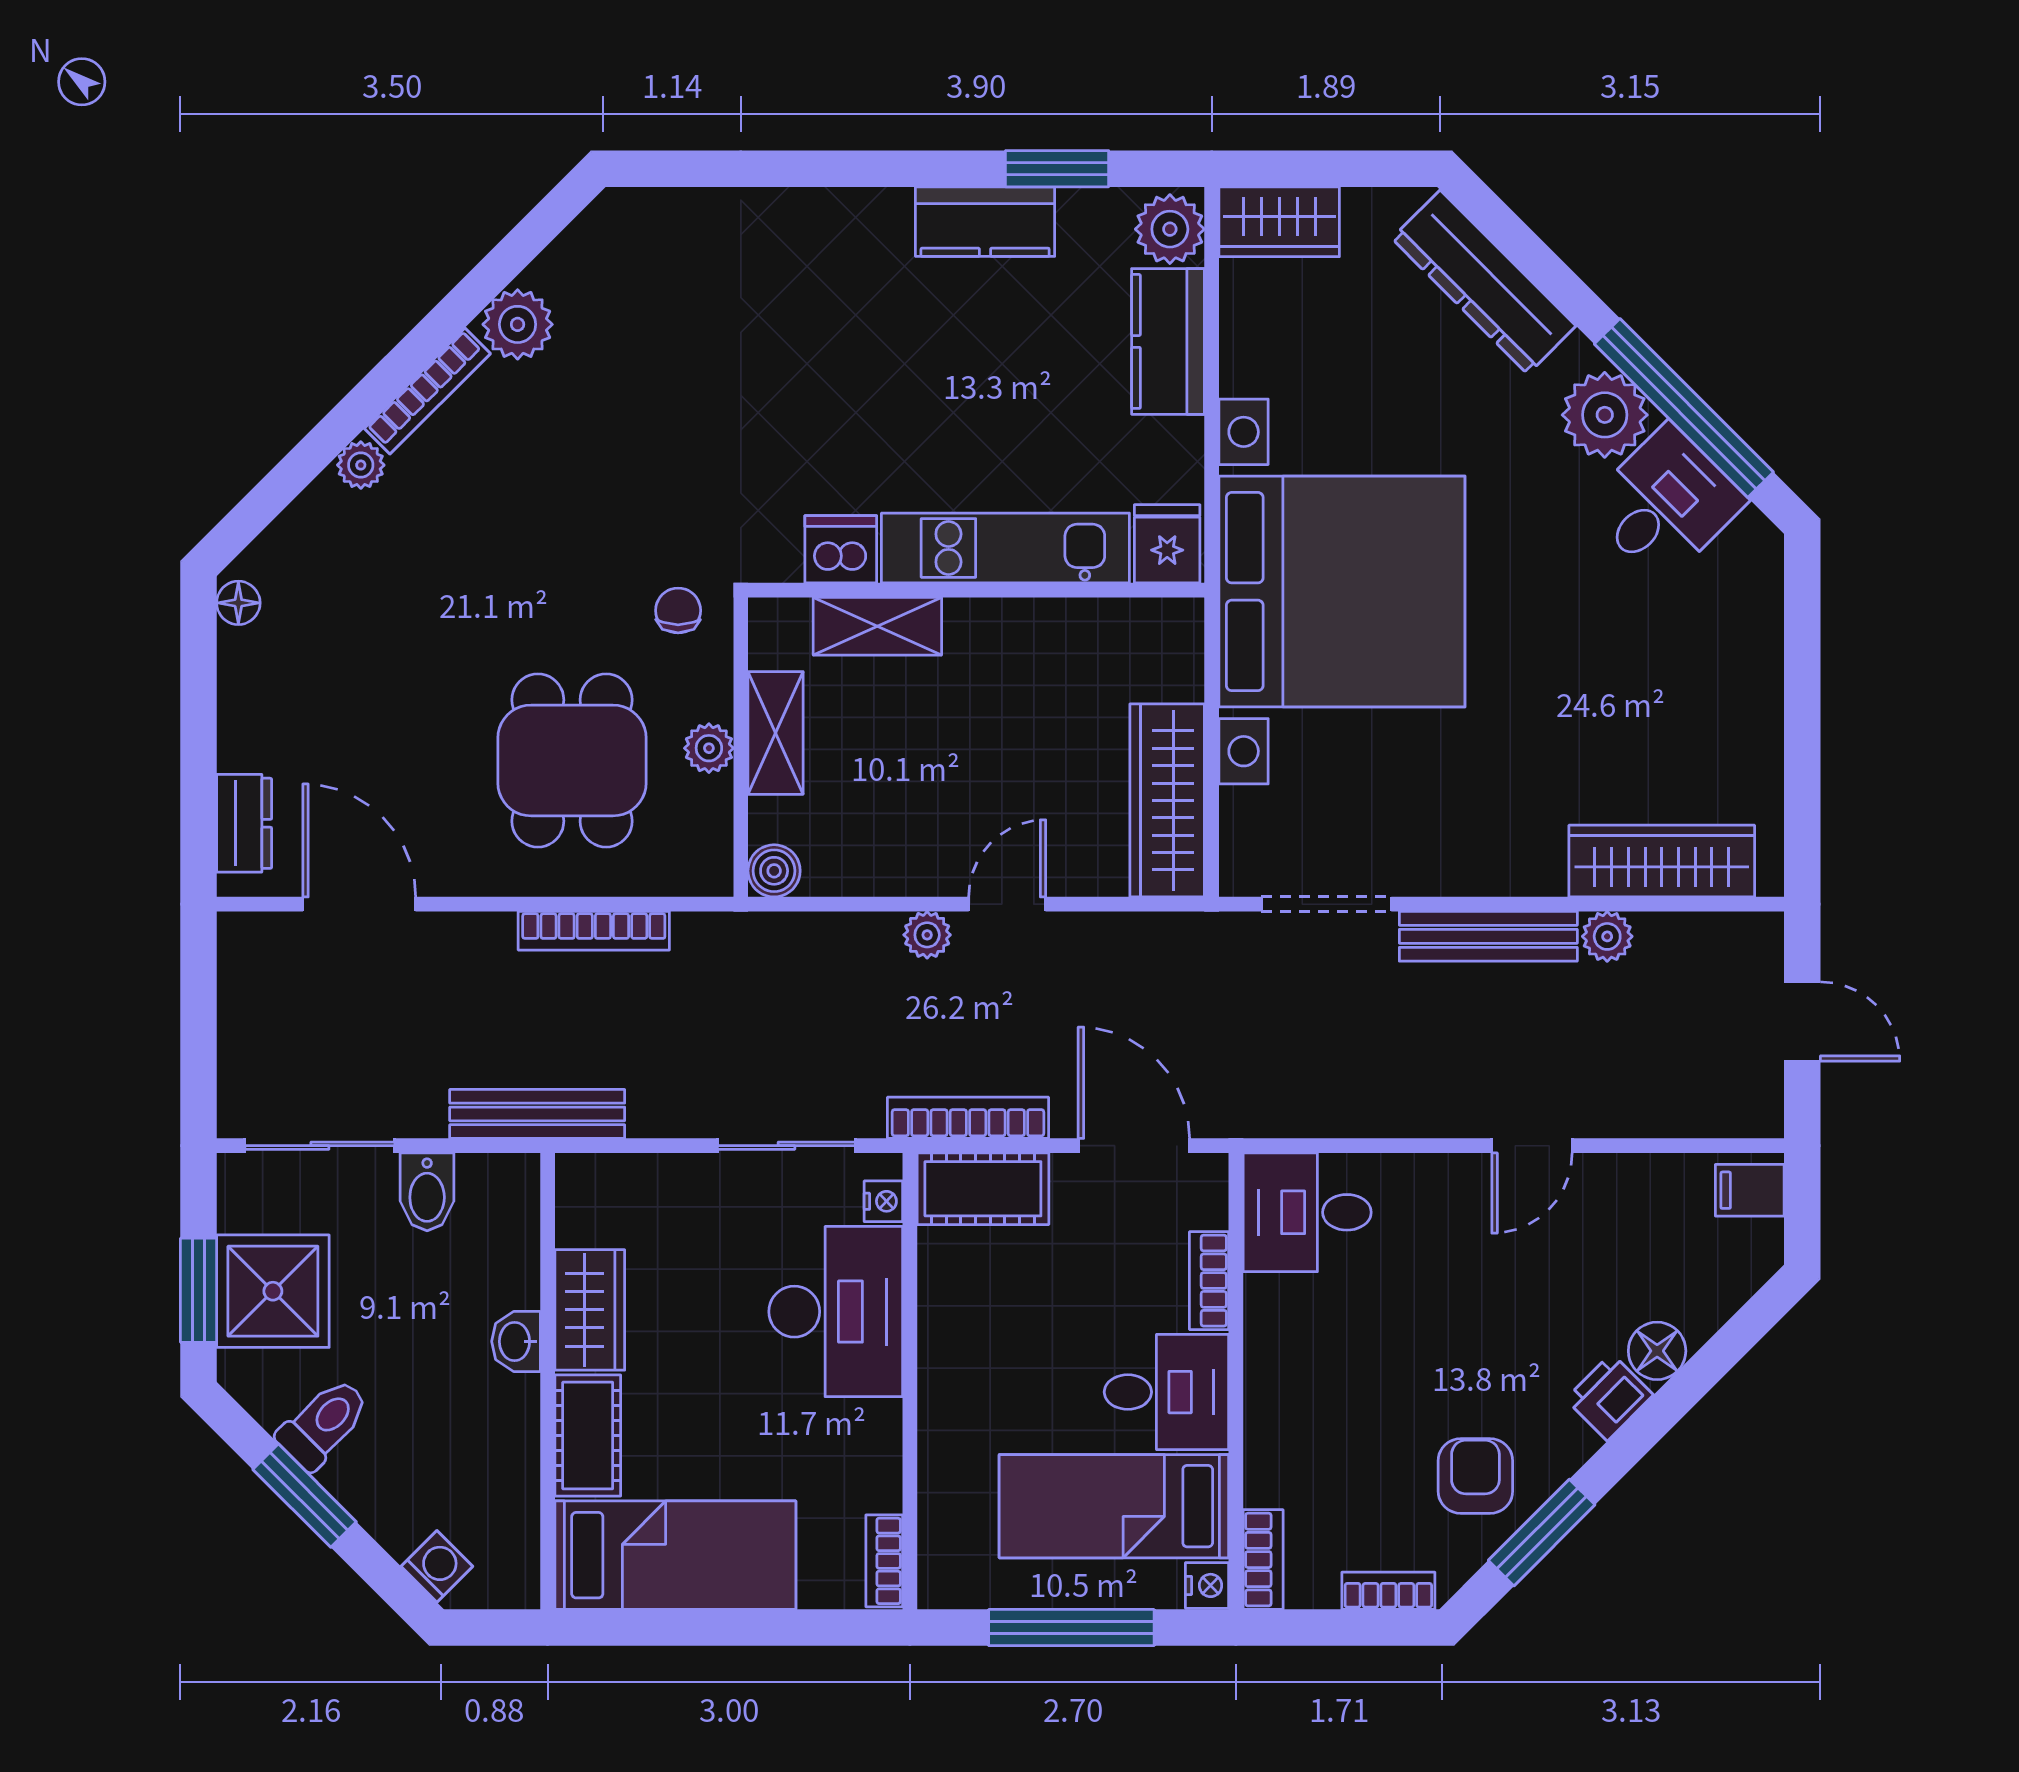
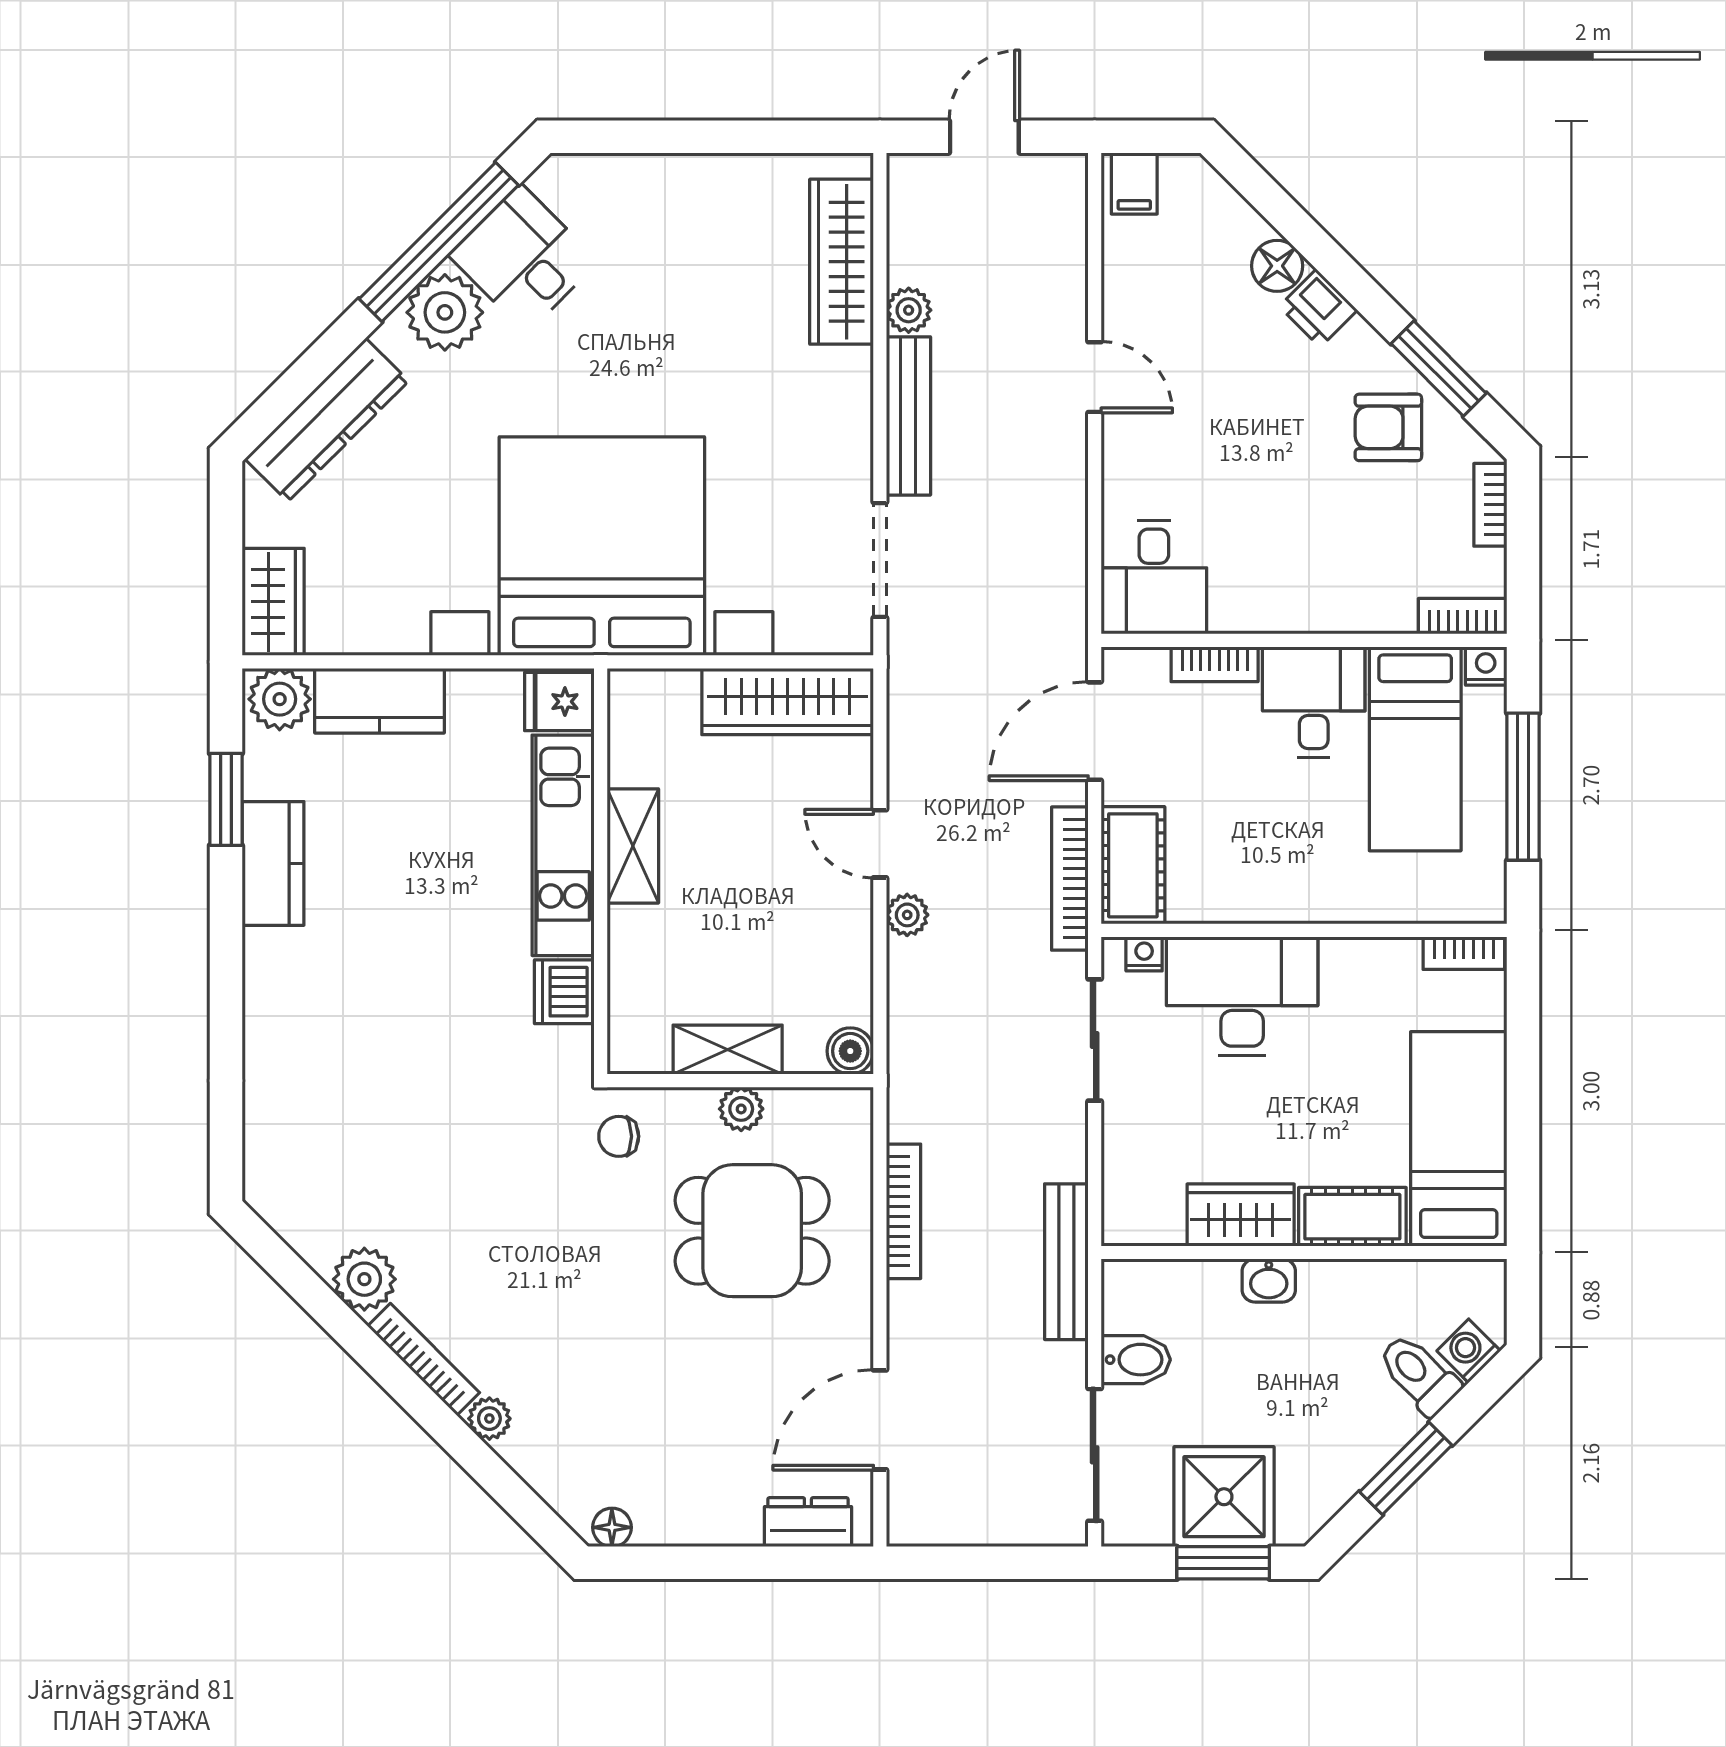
shelving: (877, 626) -> (633, 846), moved
toilet: (324, 1424) -> (1419, 1374), moved

